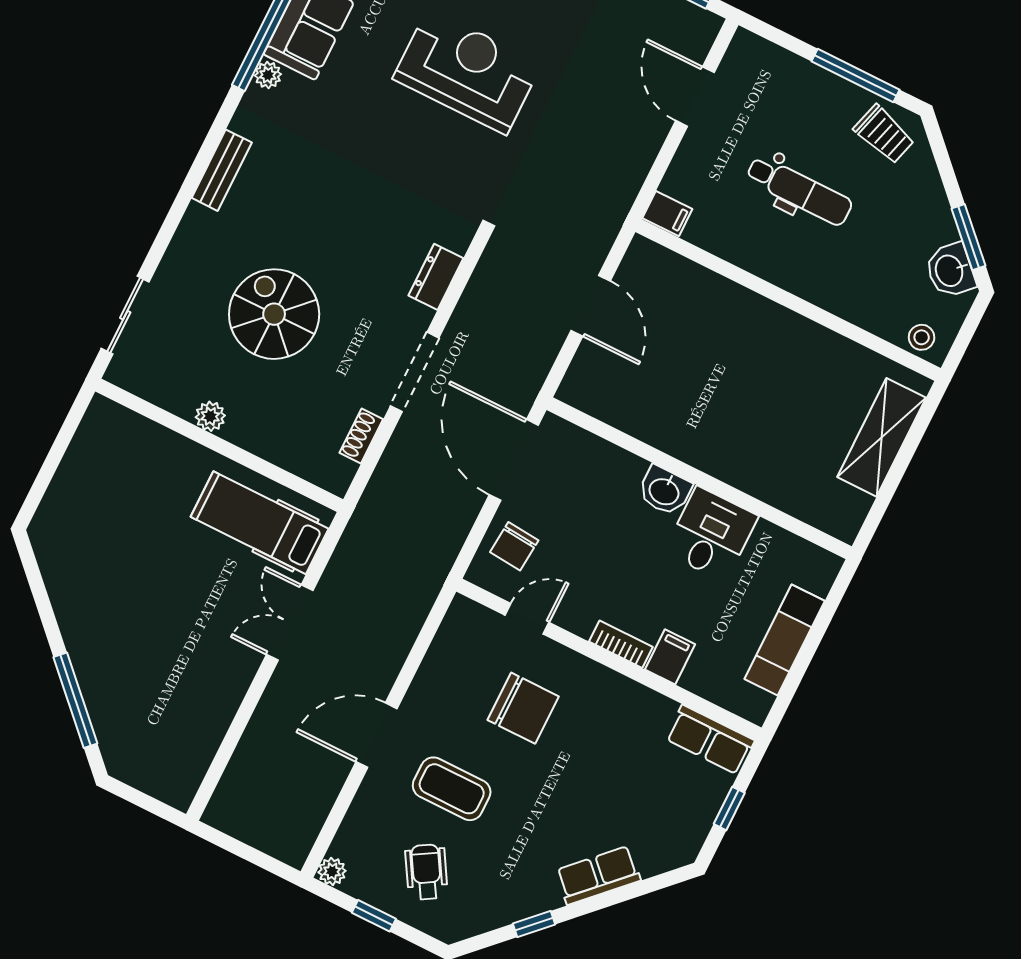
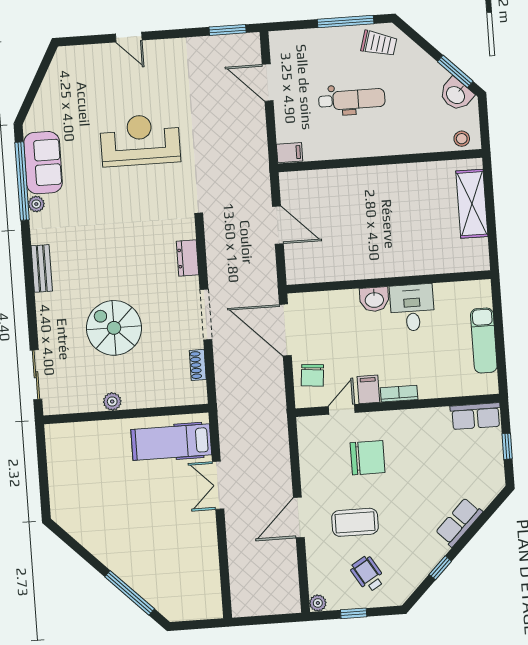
filing cabinet: (670, 657) -> (368, 389), moved

